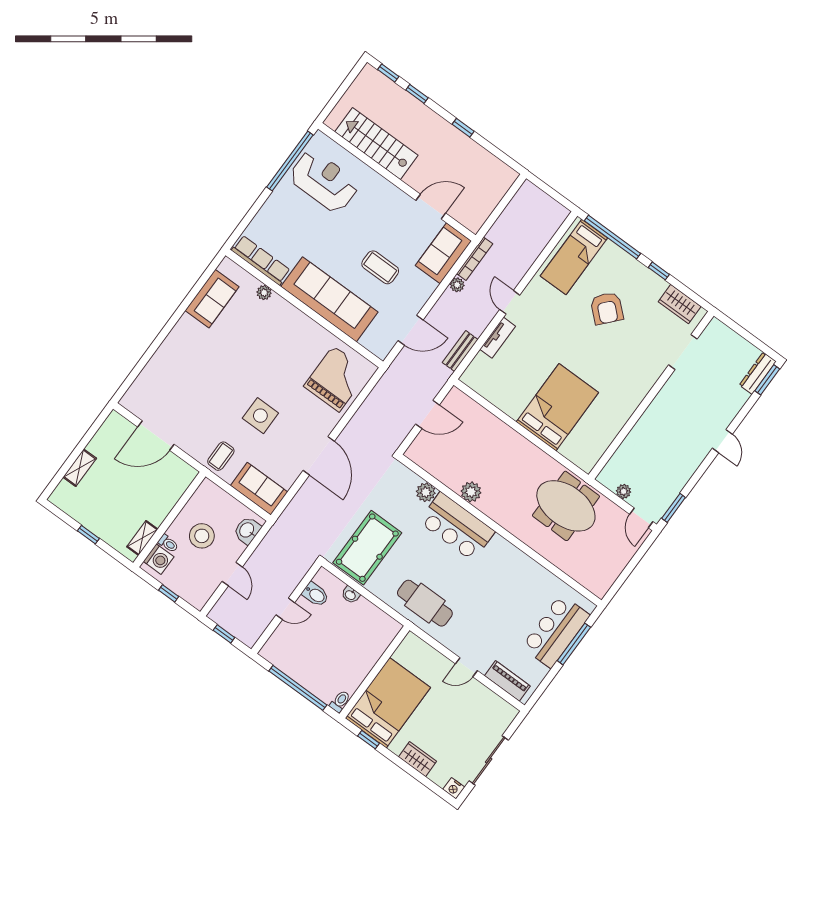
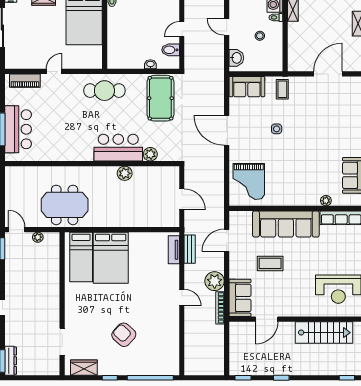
window: (417, 94) -> (243, 378), moved
bed: (574, 257) -> (81, 257), moved, turned 180
plant: (457, 285) -> (215, 281), width x1.87, depth x1.87
tv unit: (498, 338) -> (174, 250), moved
door: (428, 414) -> (182, 199), swing flipped
side table: (260, 416) -> (277, 129), width x0.54, depth x0.54
stool: (202, 536) -> (260, 36), width x0.53, depth x0.53

